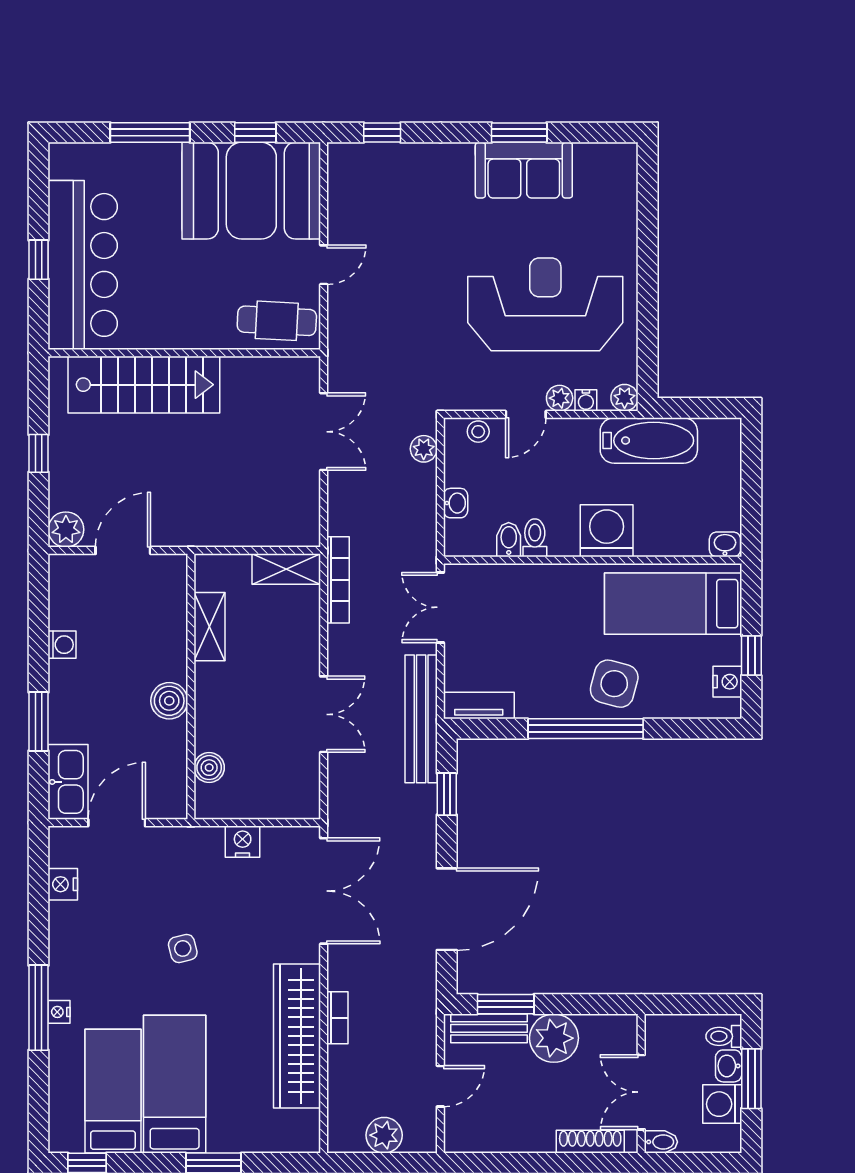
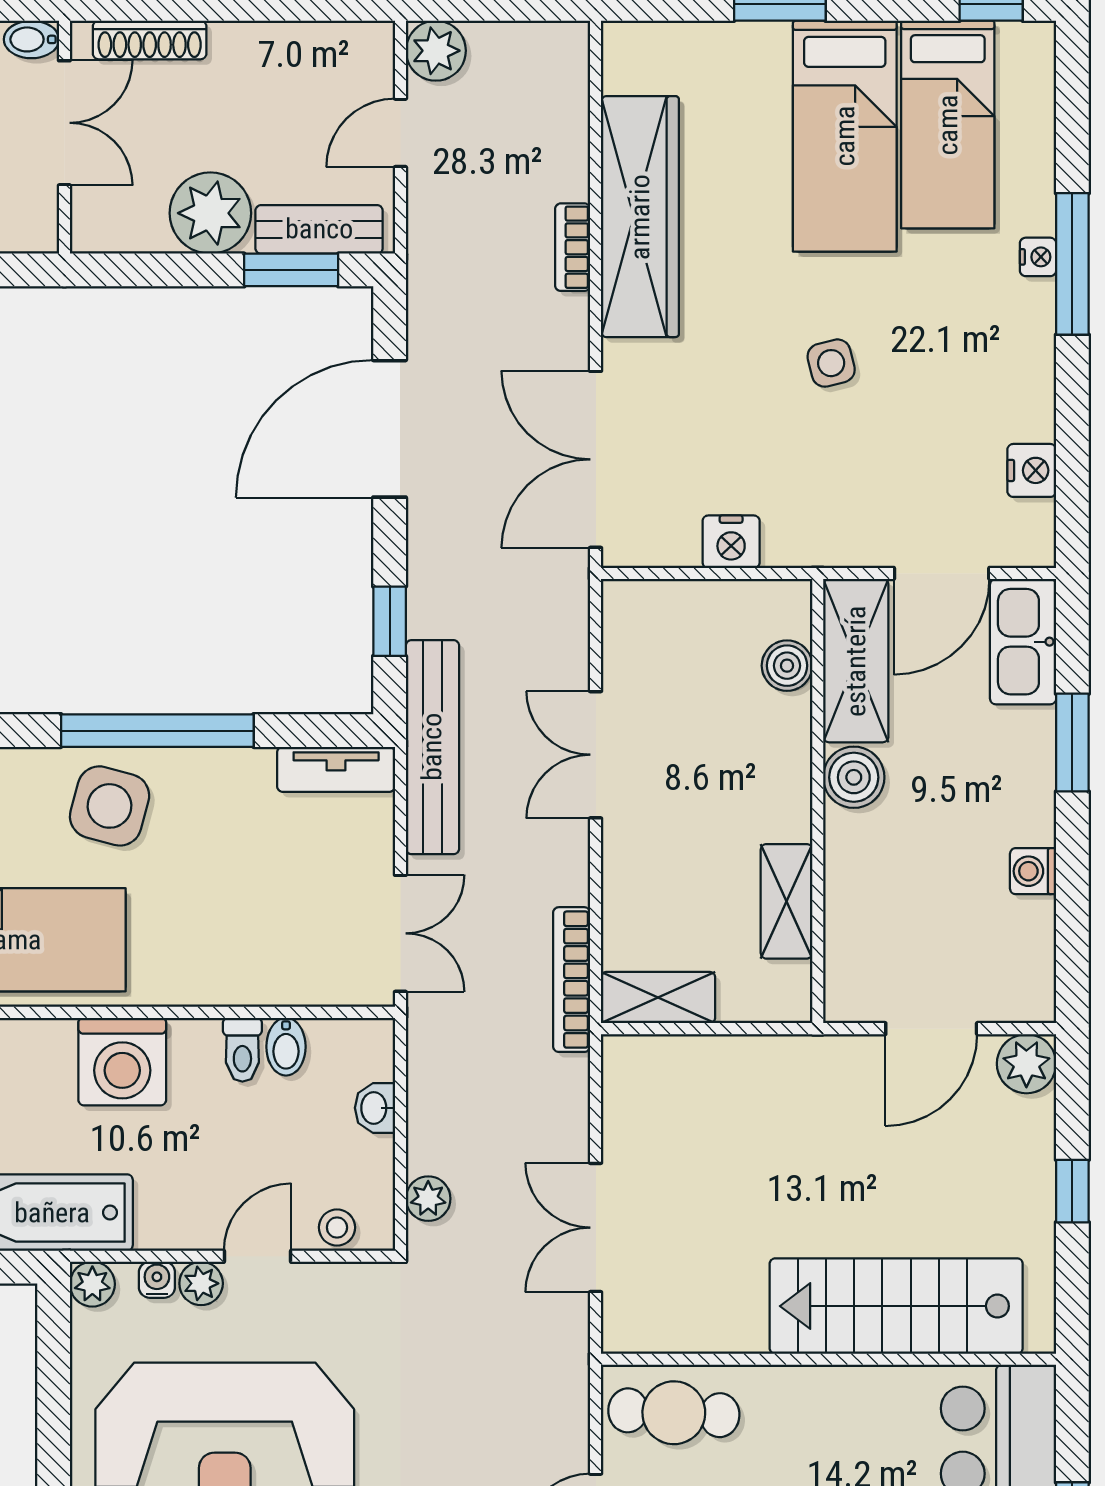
shelving: (168, 771) -> (856, 661), added
plant: (384, 1135) -> (436, 51), moved

